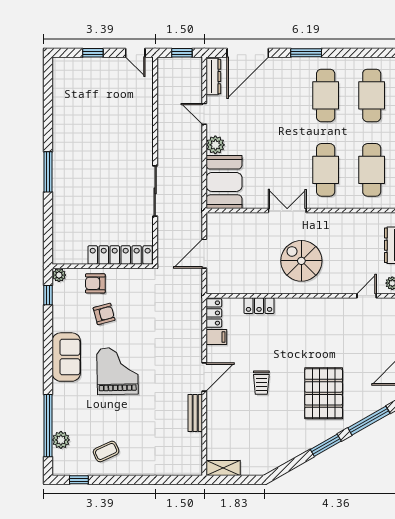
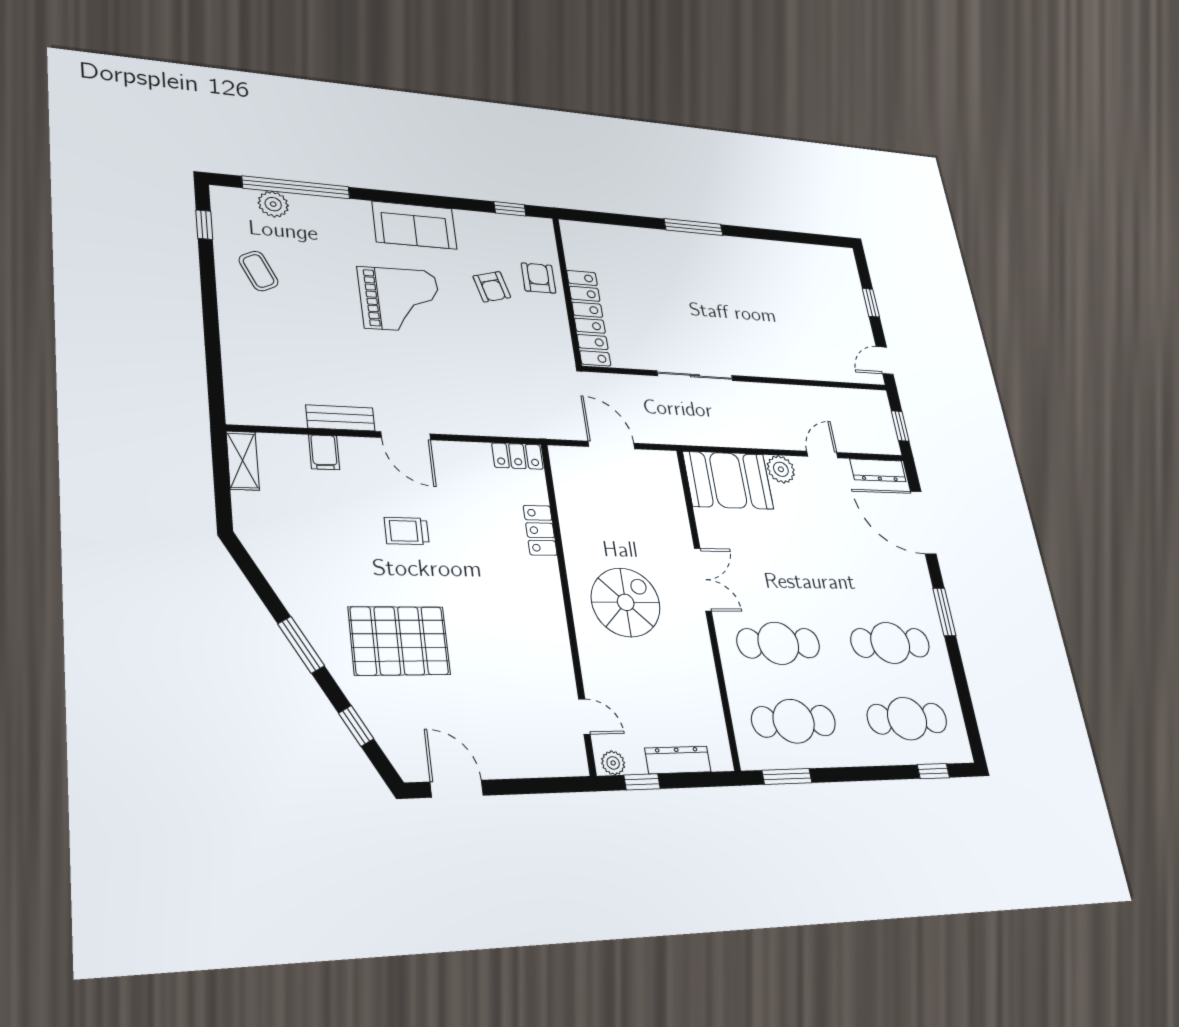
plant: (59, 275) -> (543, 227), removed
filing cabinet: (216, 337) -> (324, 452), moved
window: (369, 421) -> (356, 726), width x0.46

